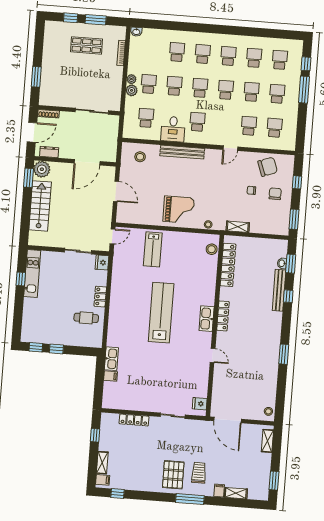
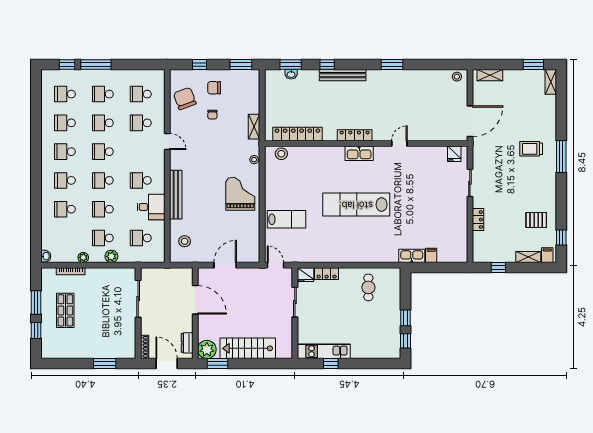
plant: (131, 79) -> (83, 257), moved
bench: (279, 290) -> (343, 75), moved
locker: (100, 297) -> (327, 274), moved
locker: (134, 420) -> (478, 220), width x0.66
pallet: (173, 475) -> (536, 220), moved, width x0.67, depth x0.71
filing cabinet: (219, 491) -> (549, 125), removed
shelving: (236, 493) -> (551, 82), moved

